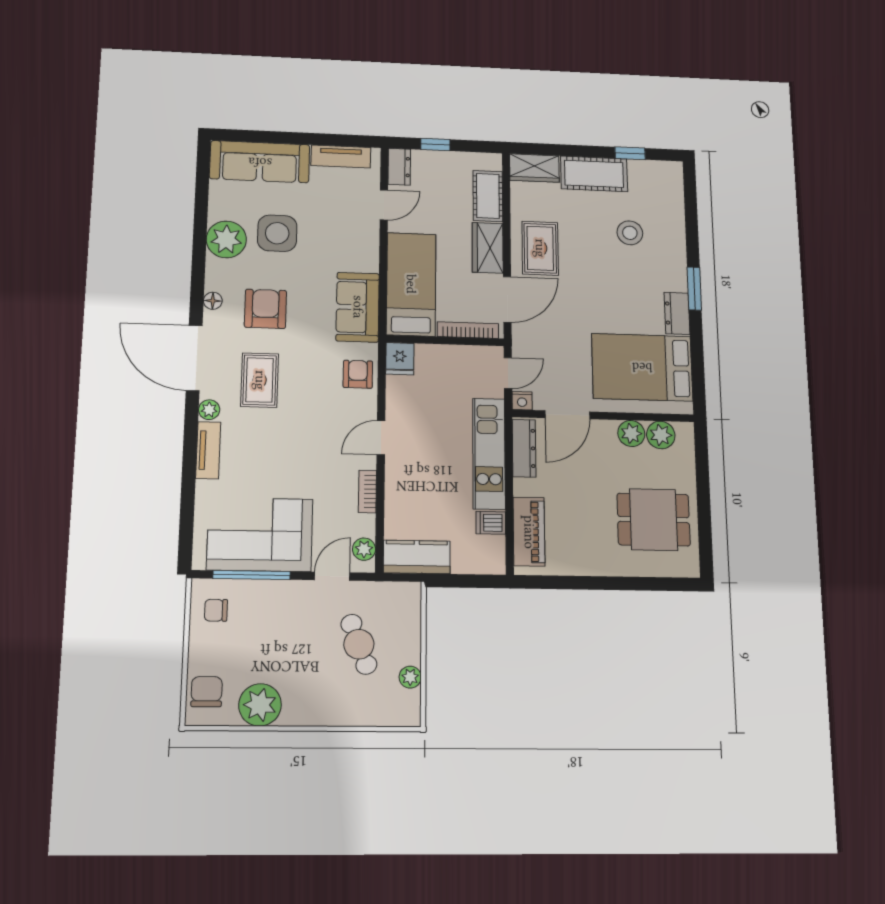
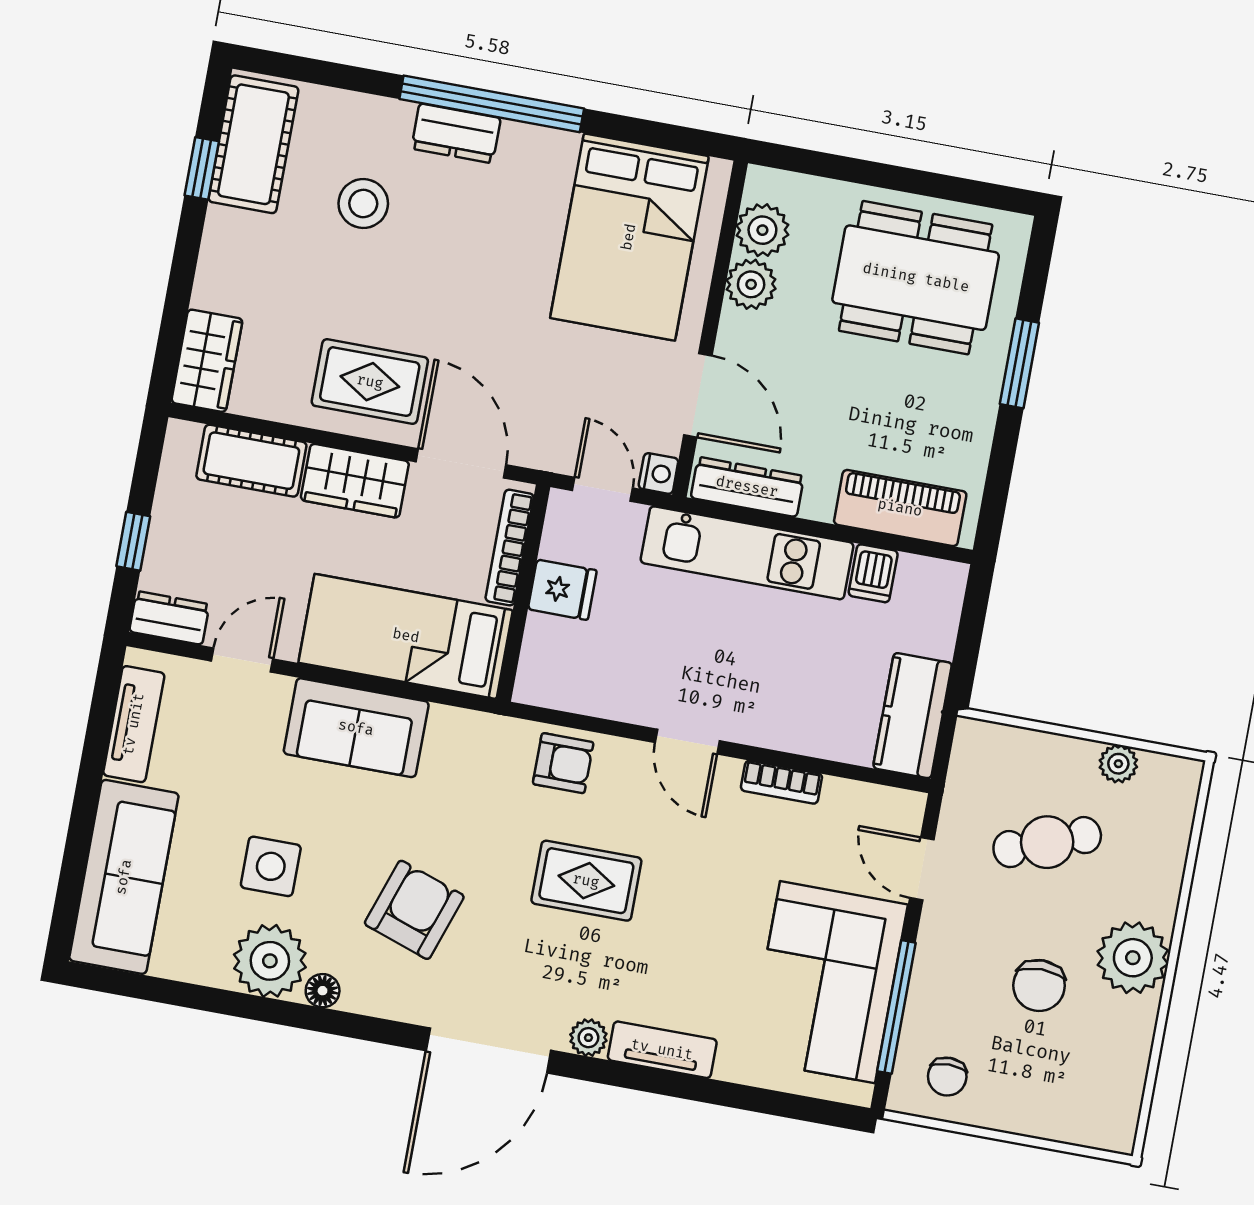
cot: (594, 174) -> (253, 144), moved
door: (384, 205) -> (242, 660), hinge flipped
side table: (277, 233) -> (271, 866), width x0.73, depth x0.73
window: (694, 289) -> (492, 104), width x2.11
floor lamp: (213, 301) -> (323, 991), moved
sofa: (358, 307) -> (356, 728), moved
armchair: (265, 309) -> (414, 910), turned 109
dresser: (677, 313) -> (456, 133), moved
fridge: (400, 359) -> (562, 590), moved
armchair: (358, 374) -> (563, 763), turned 180
rug: (260, 380) -> (586, 881), moved
dining table: (654, 520) -> (916, 278), width x1.38
plant: (364, 549) -> (883, 806), removed
window: (620, 583) -> (1019, 363), added
chair: (207, 692) -> (1039, 986), moved, turned -90
plant: (260, 705) -> (1133, 958), moved

